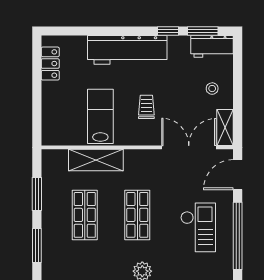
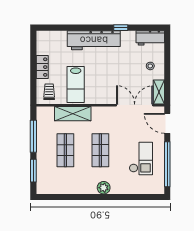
window: (203, 31) -> (144, 28), removed
locker: (50, 64) -> (42, 67), moved
trolley: (146, 107) -> (49, 92), moved
lab bench: (100, 116) -> (76, 84), turned 180
door: (238, 175) -> (167, 123), hinge flipped
window: (37, 194) -> (33, 136), width x1.44

